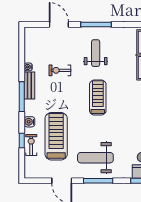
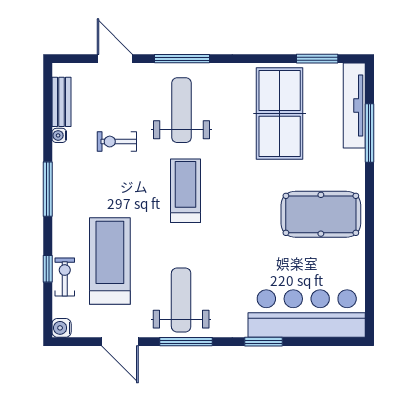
weight bench: (96, 53) -> (181, 110), width x1.36, depth x1.33
bench: (29, 86) -> (61, 102), moved
water cooler: (29, 122) -> (62, 328), moved
weight bench: (95, 158) -> (181, 300), turned 90

